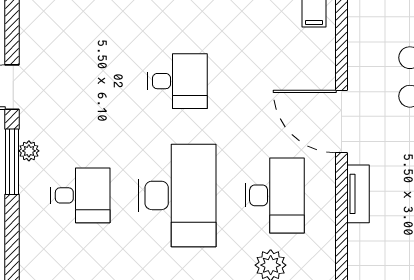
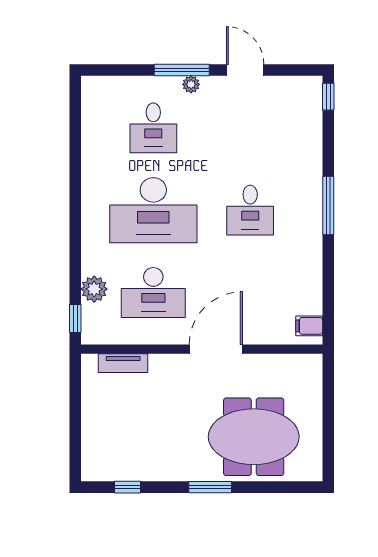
tv unit: (358, 194) -> (123, 363), moved

